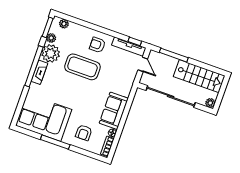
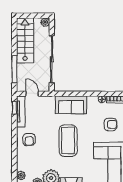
door: (143, 64) -> (32, 94), hinge flipped
coffee table: (82, 67) -> (68, 141), moved
sofa: (114, 111) -> (71, 105), moved

